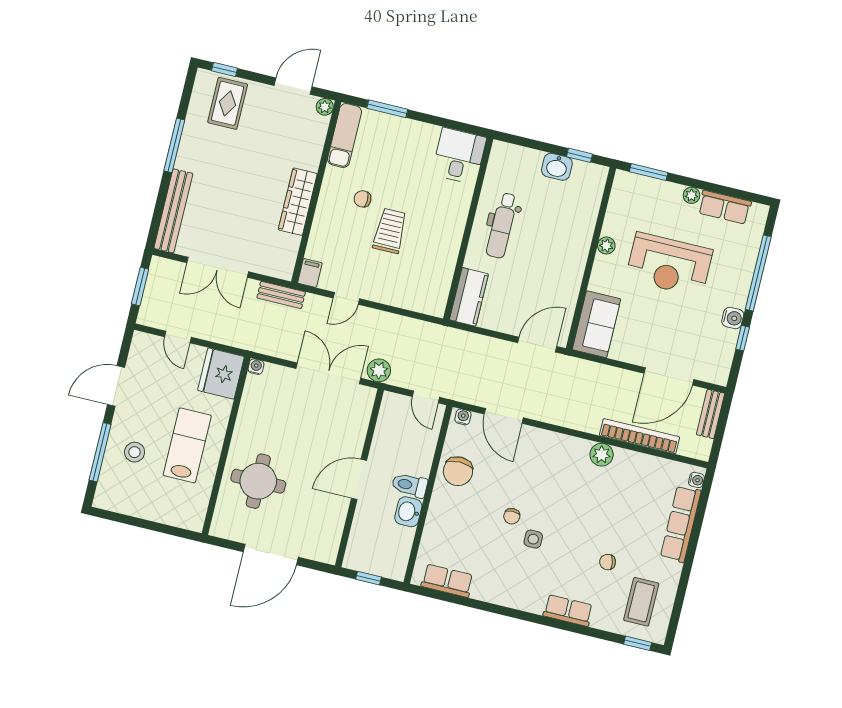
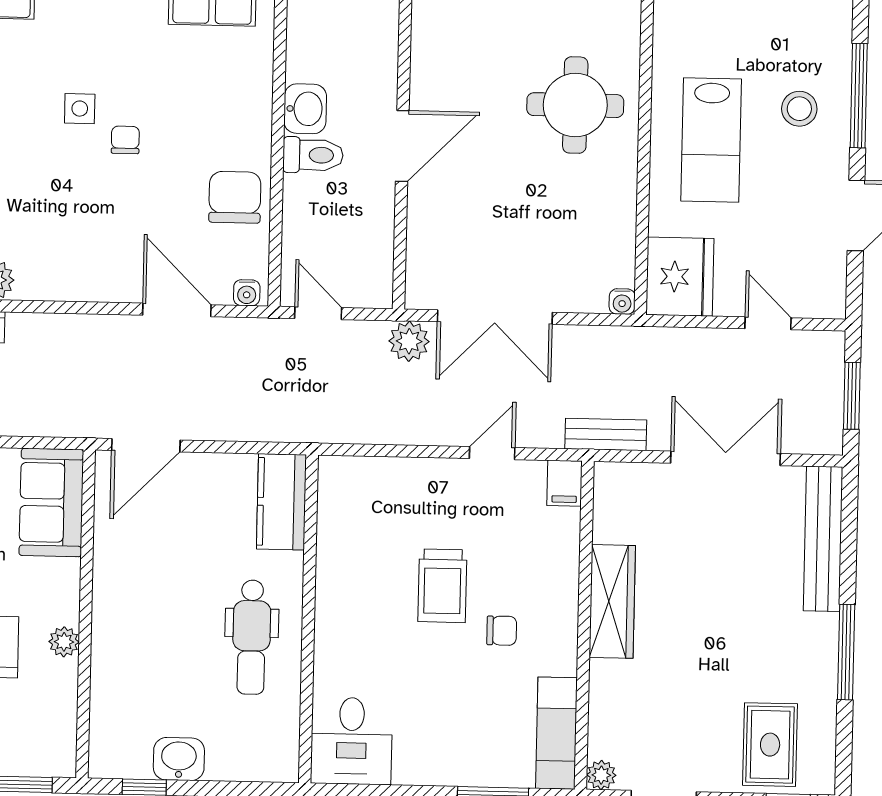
dental chair: (502, 225) -> (252, 637), turned 180

